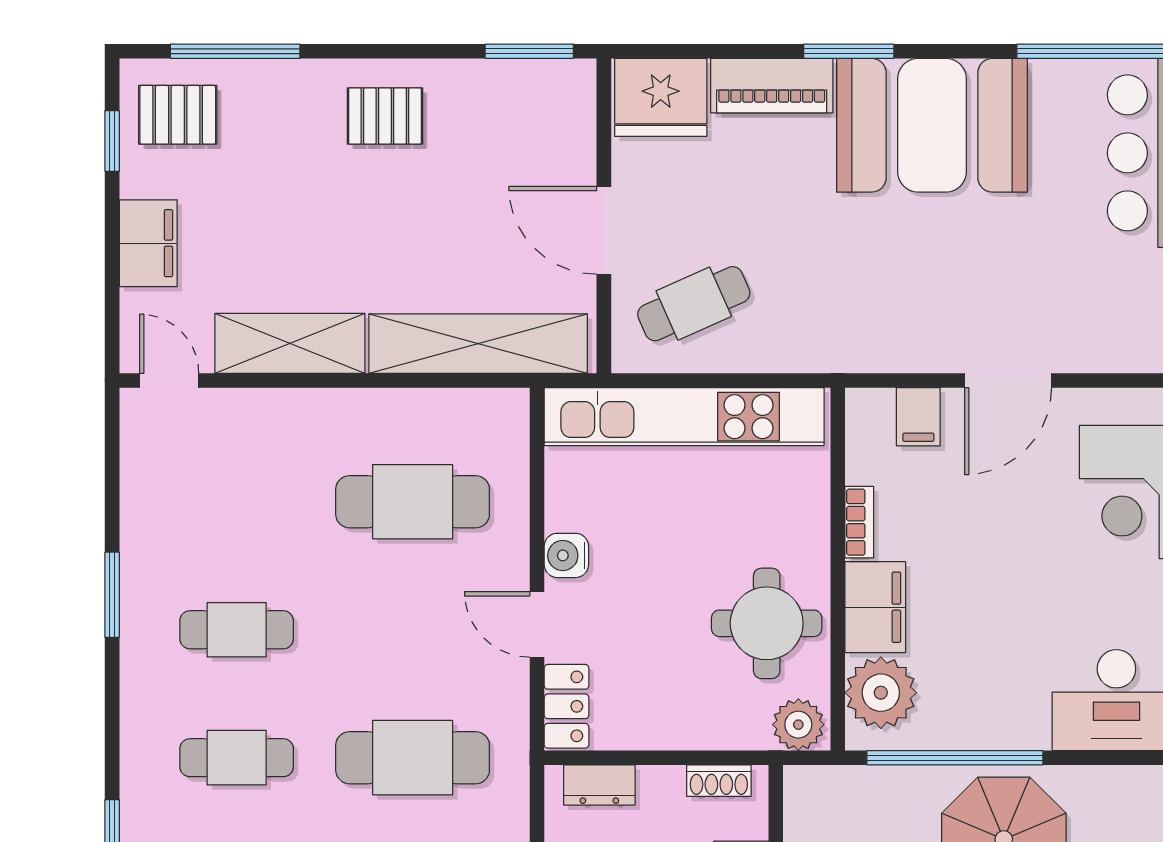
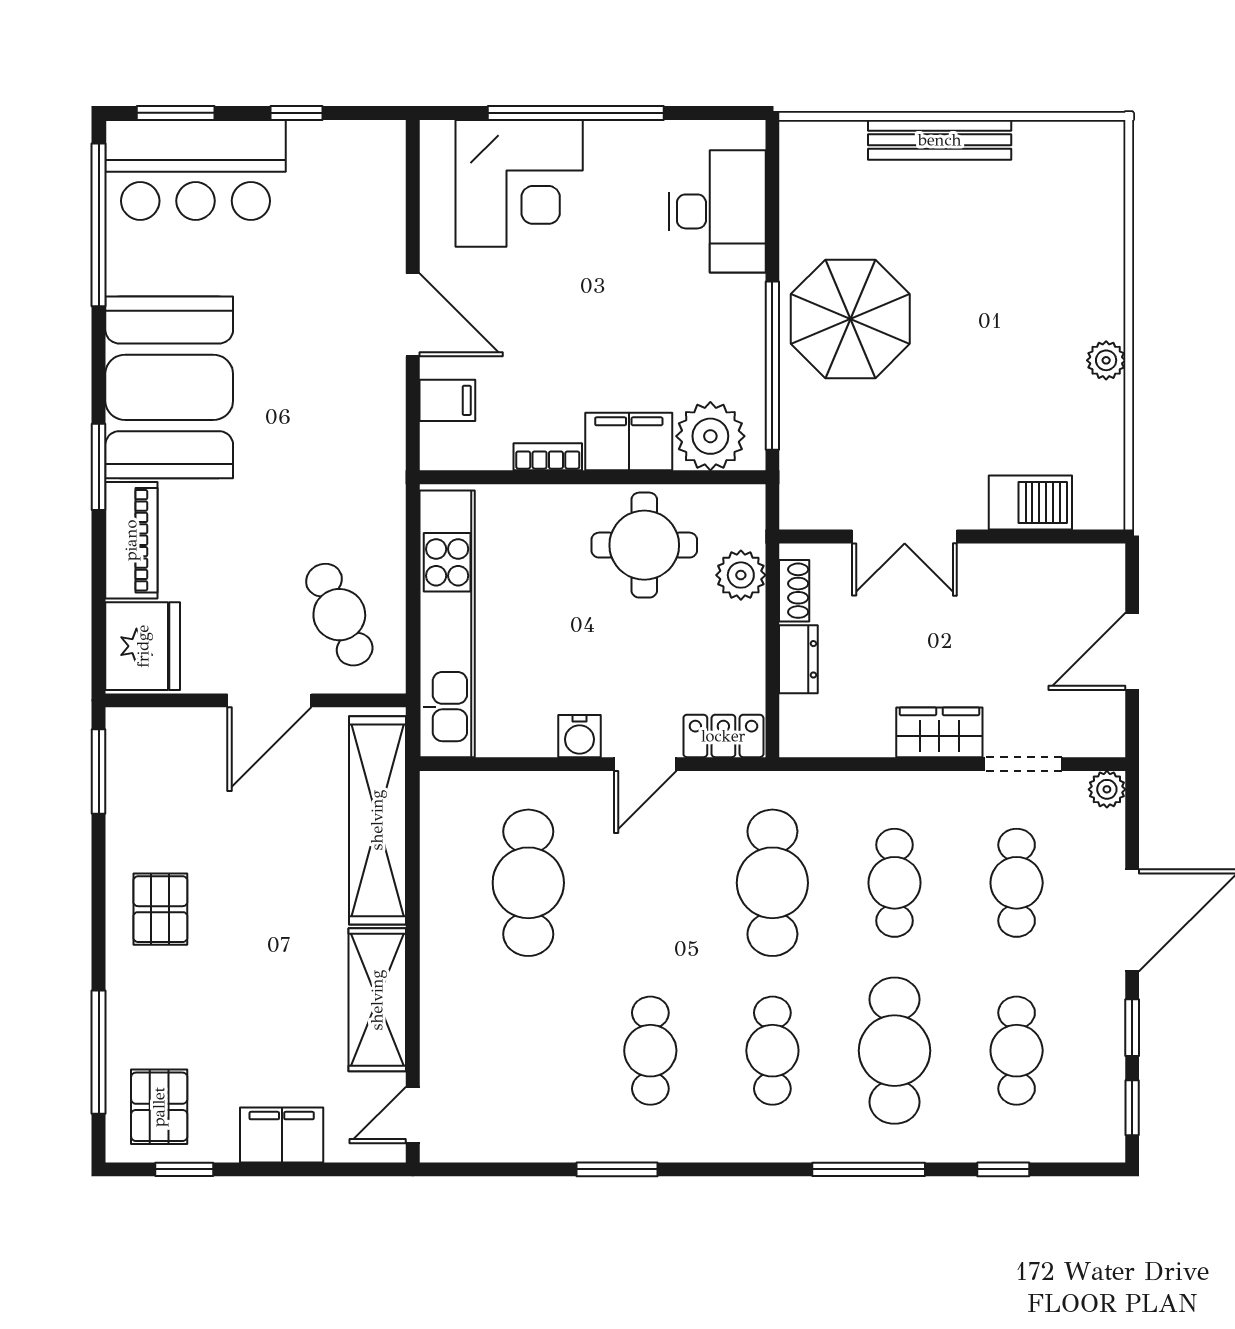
plant: (798, 725) -> (741, 575), moved
dresser: (599, 785) -> (798, 659), moved

